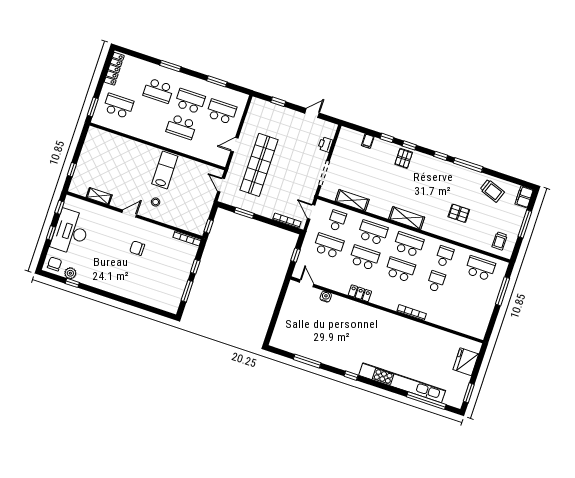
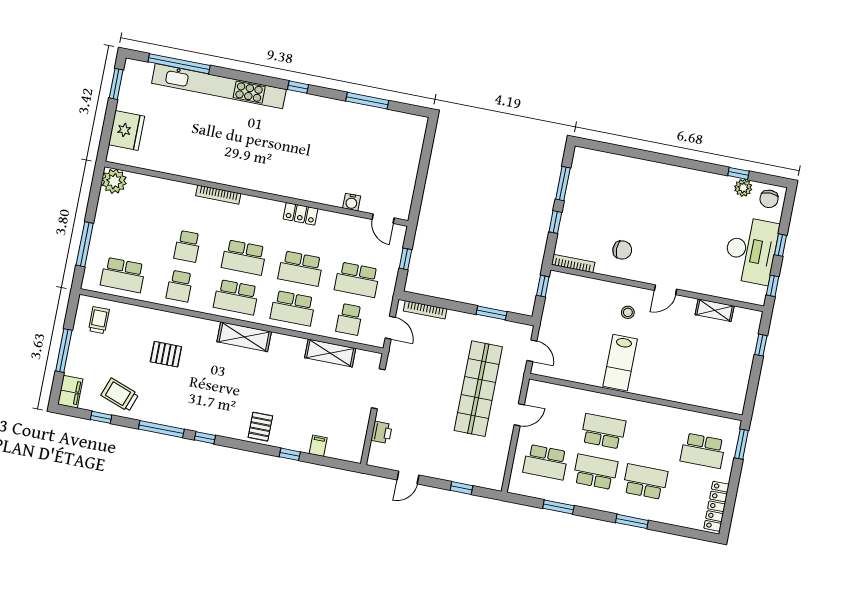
school desk: (190, 101) -> (595, 472), turned 180
window: (409, 145) -> (101, 417), moved
chair: (137, 248) -> (622, 250), moved
plant: (478, 330) -> (114, 181), added

